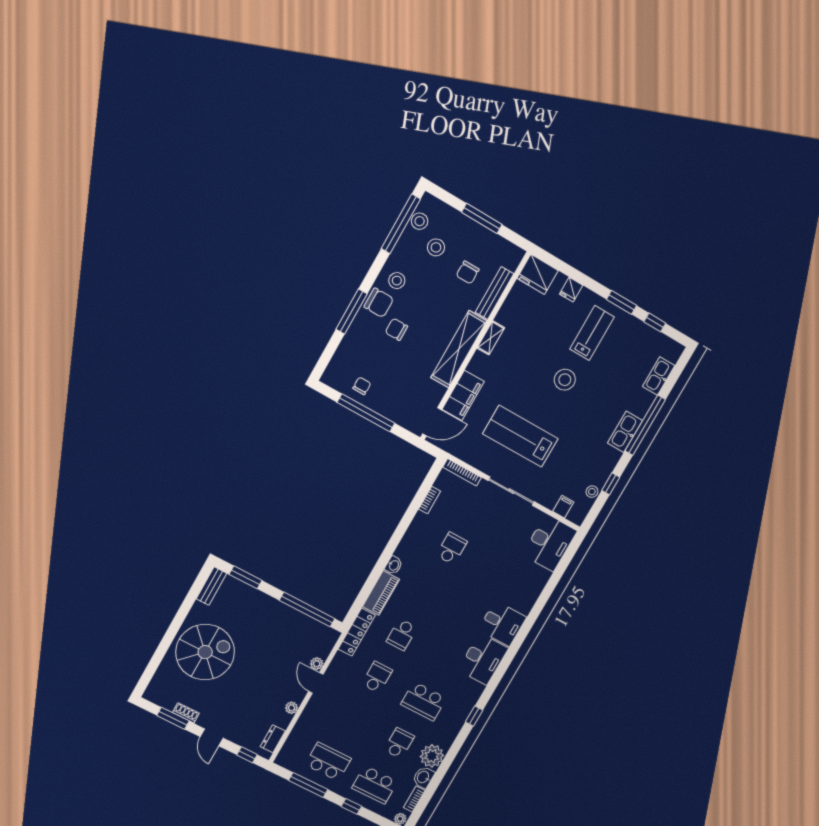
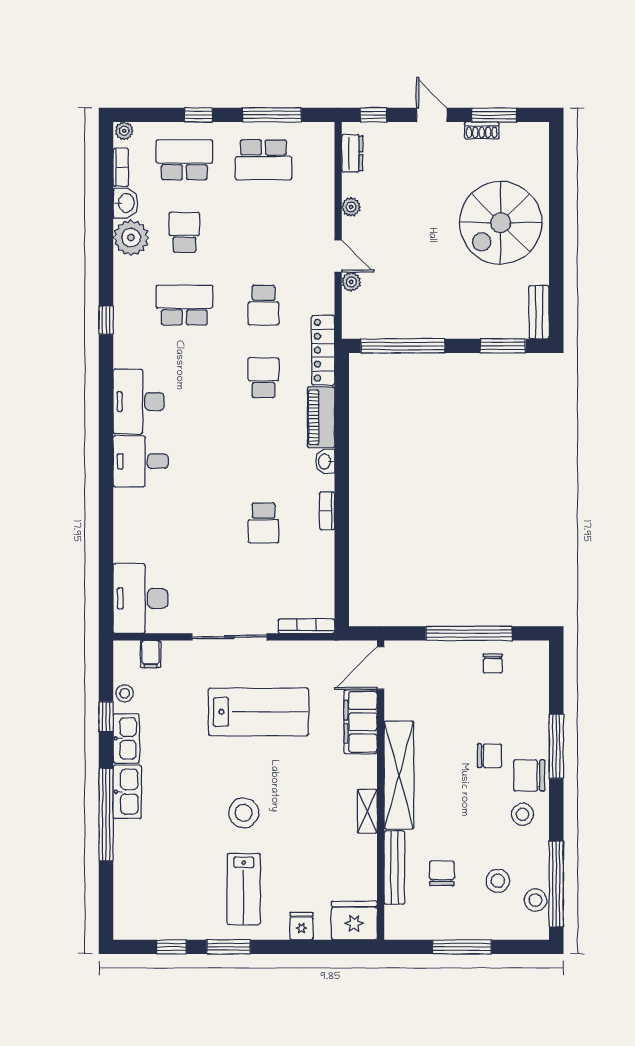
kitchen sink: (659, 376) -> (126, 738), moved
bookcase: (430, 500) -> (327, 511), moved
school desk: (399, 743) -> (184, 232), turned 180

